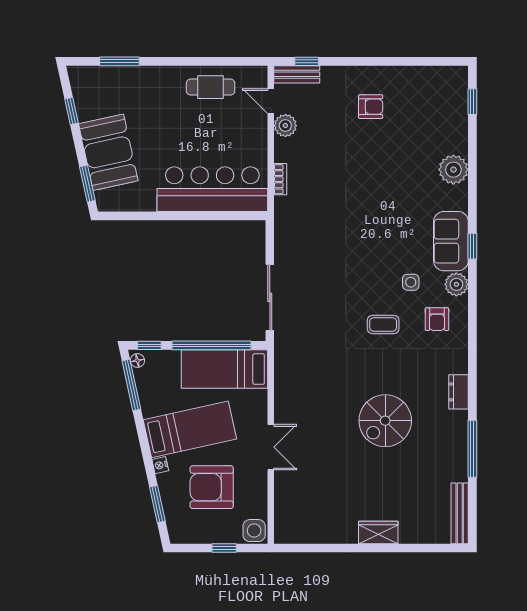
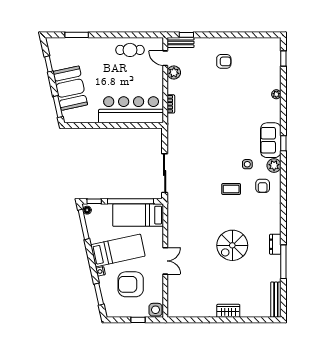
plant: (453, 170) -> (276, 94), width x0.53, depth x0.53
dresser: (459, 392) -> (275, 244), moved

